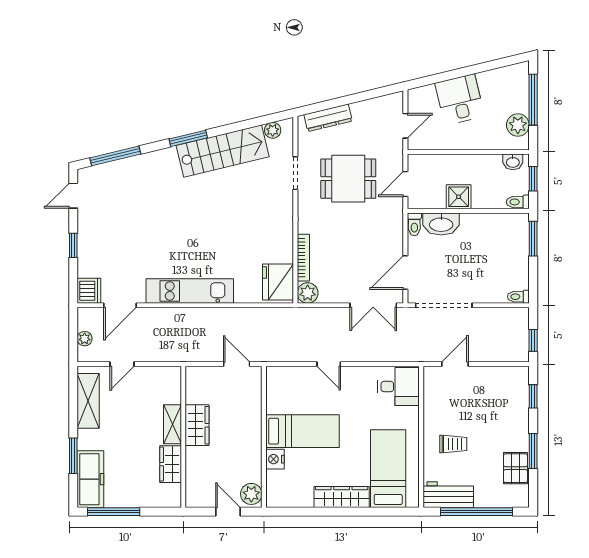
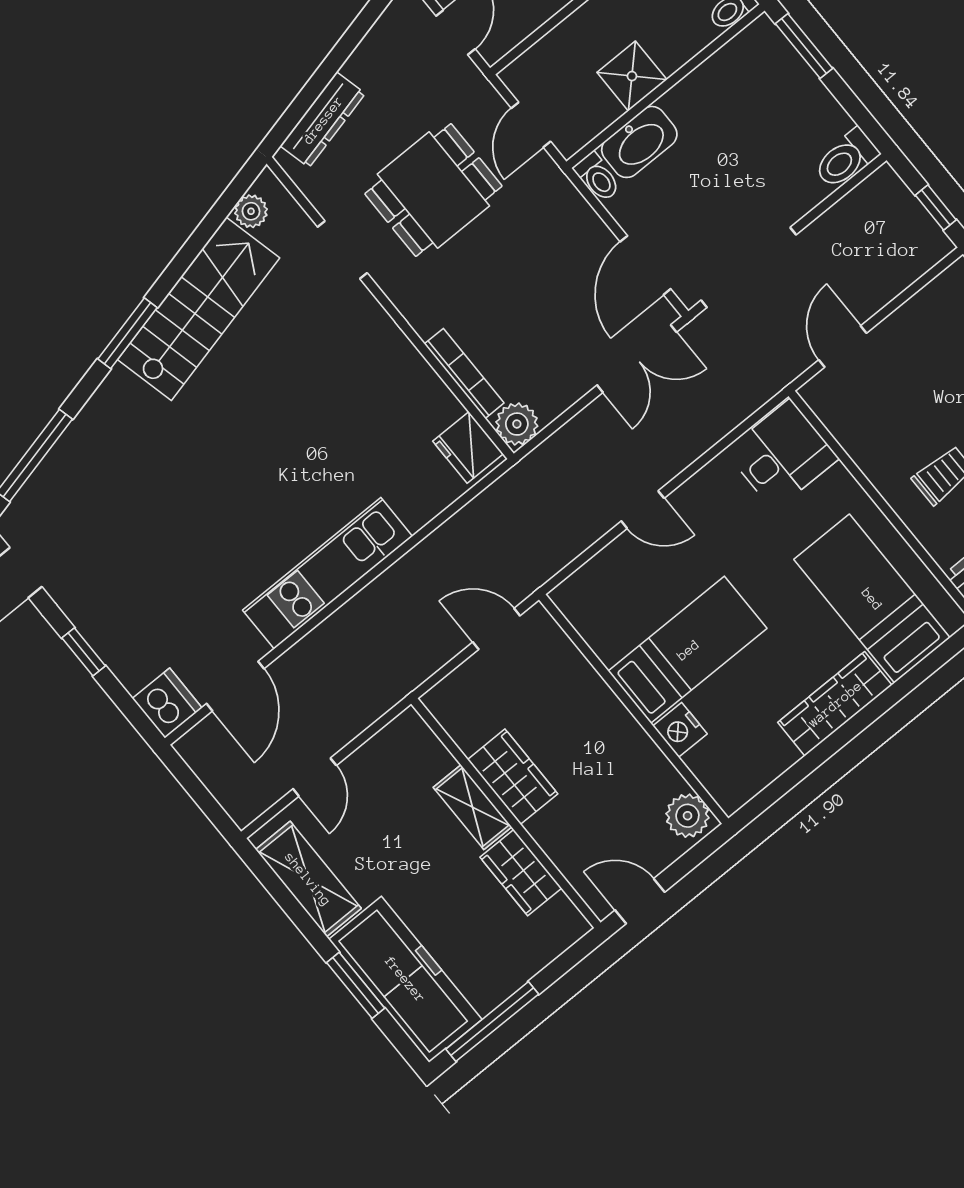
fridge: (278, 282) -> (468, 447), width x0.73, depth x0.75
toilet: (518, 297) -> (846, 159), width x1.37, depth x1.39
plant: (85, 339) -> (222, 785), removed
freezer: (90, 479) -> (405, 979), width x1.36, depth x1.26
door: (228, 512) -> (640, 901), moved

